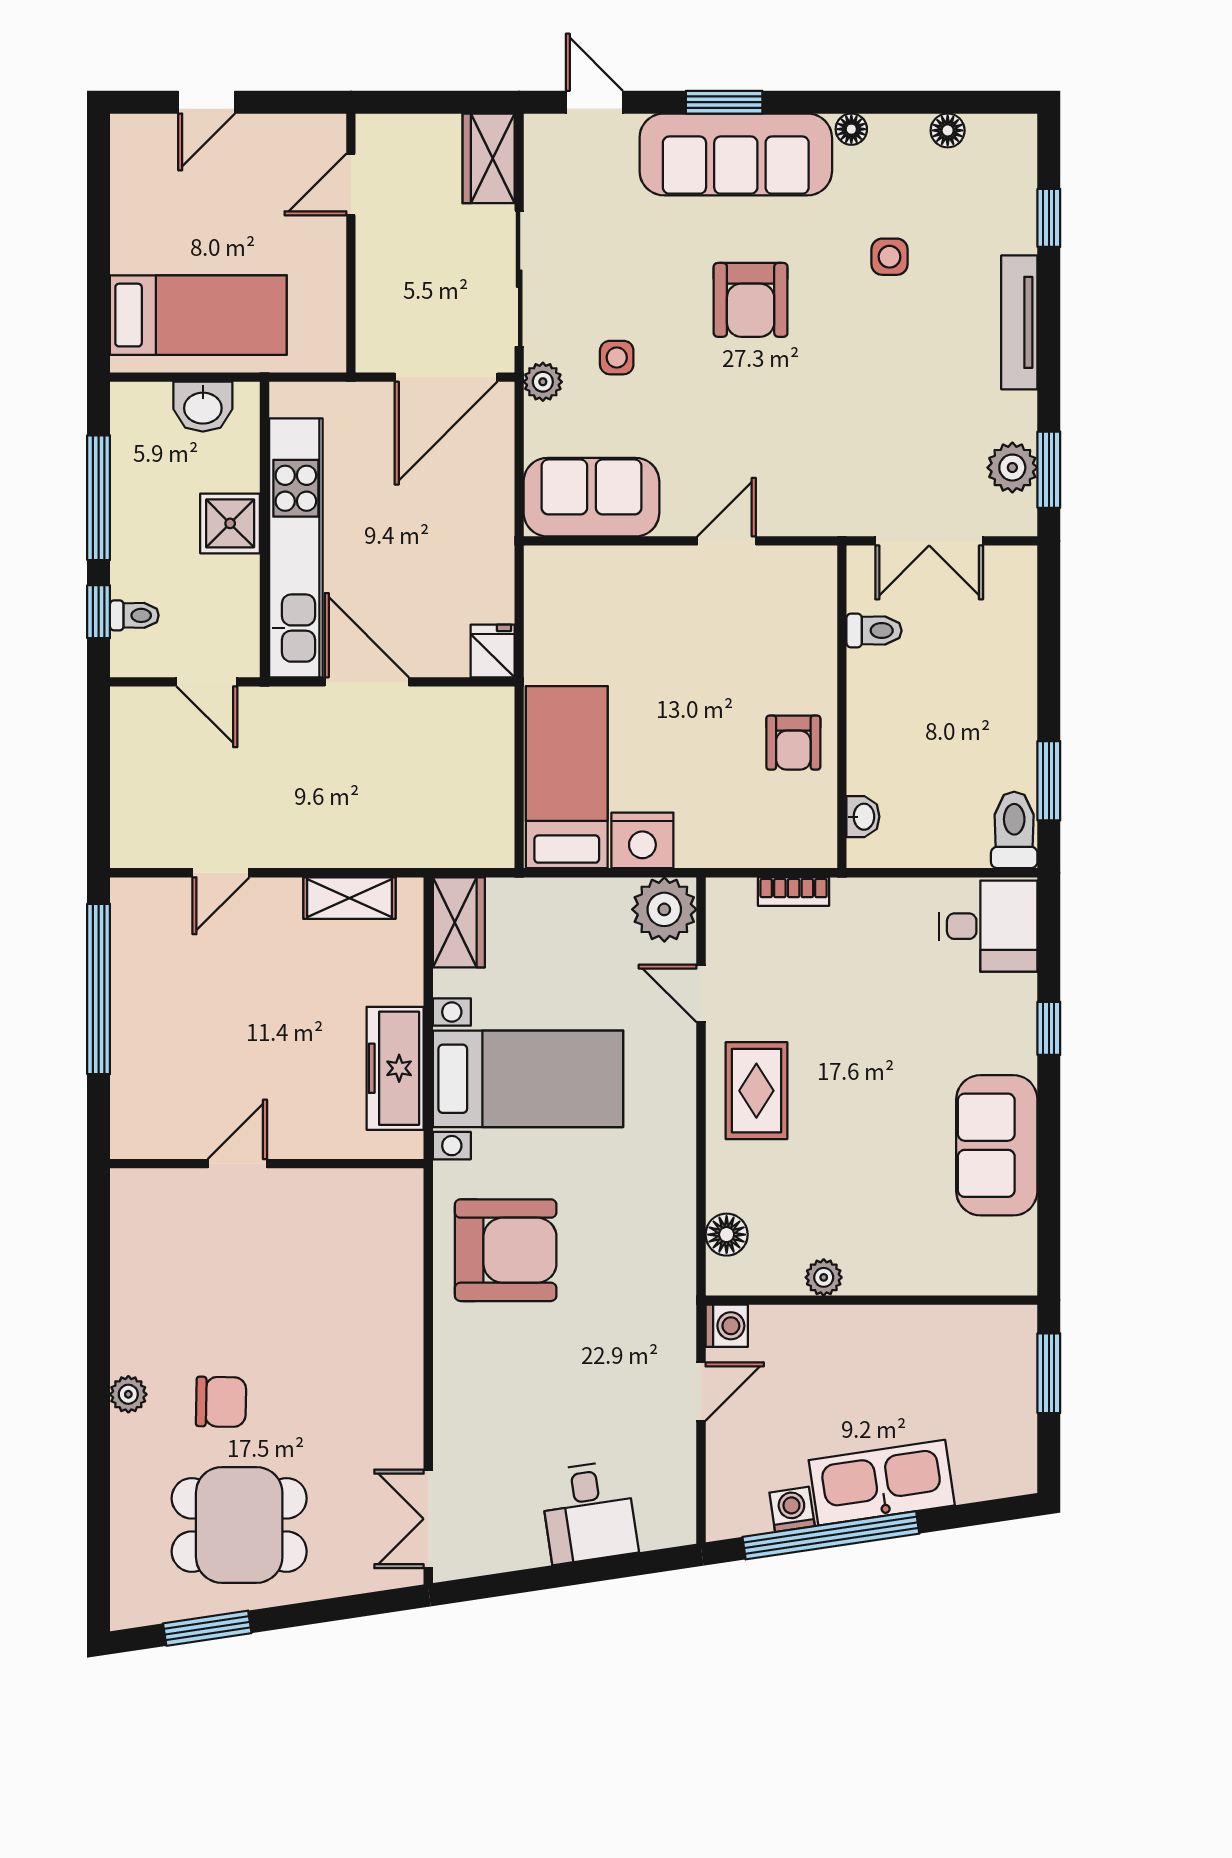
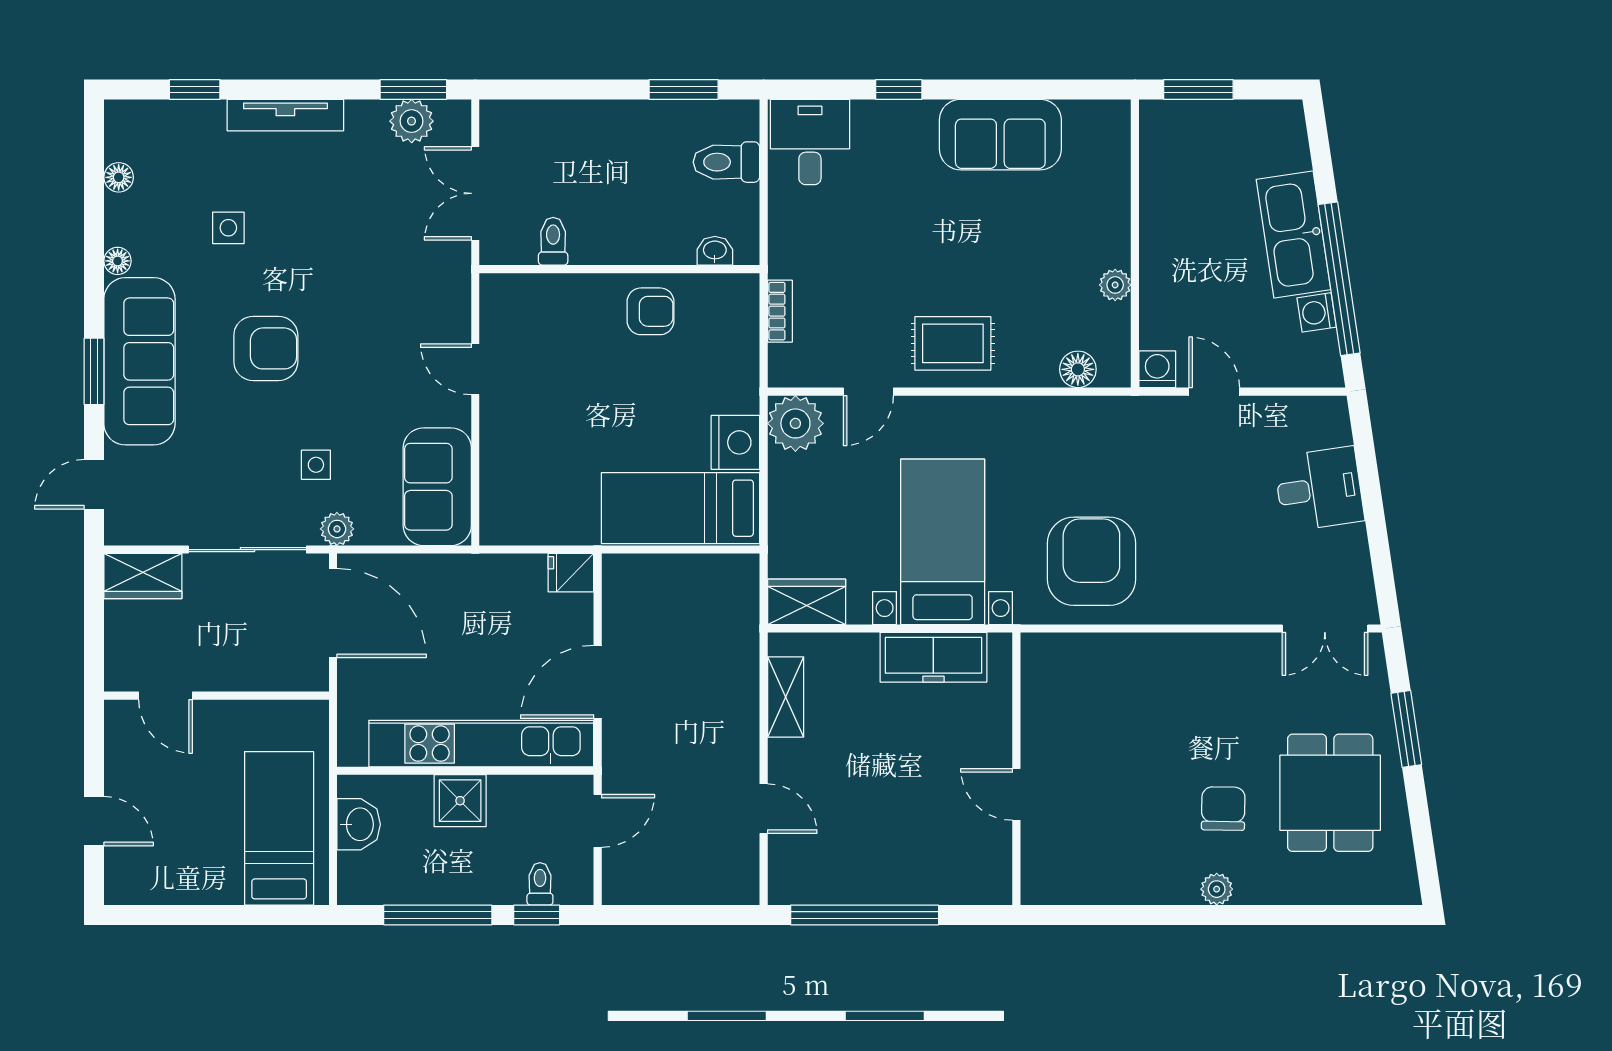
double door: (929, 541) -> (475, 193), swing flipped
toilet: (1014, 830) -> (726, 162), moved
window: (207, 1628) -> (1406, 729), moved

